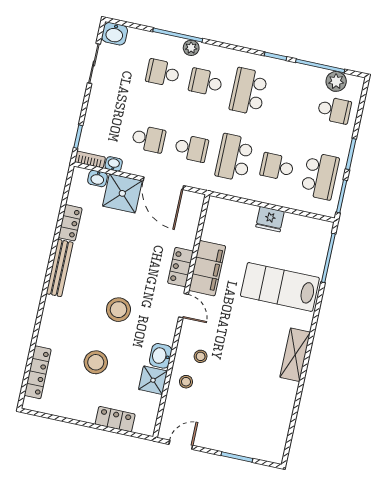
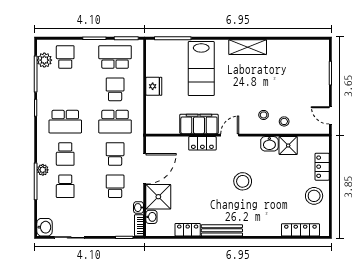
school desk: (277, 167) -> (115, 89), turned 180
stool: (96, 362) -> (314, 196), moved

